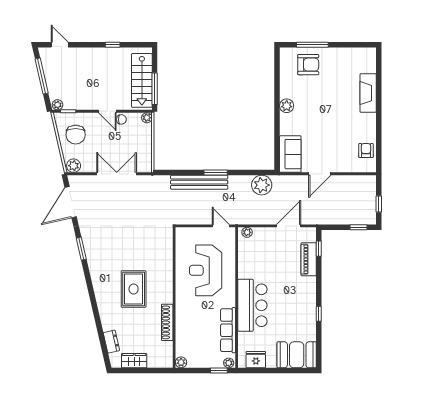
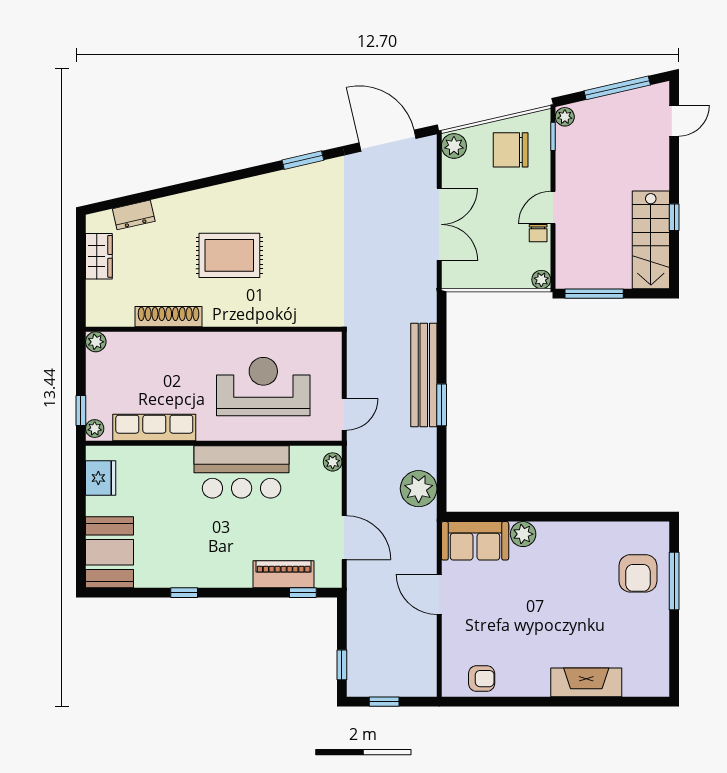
stairs: (142, 80) -> (651, 240), moved, turned -90
plant: (287, 106) -> (523, 534), moved
bar counter: (252, 305) -> (242, 472), moved

